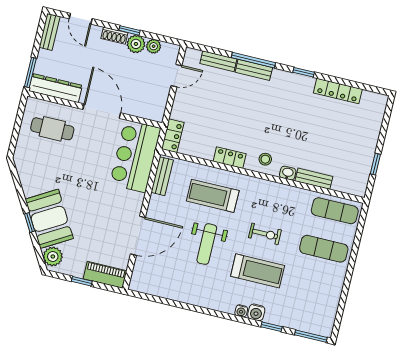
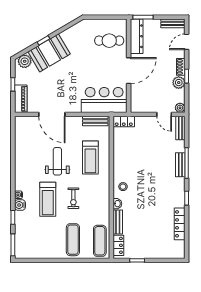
plant: (154, 46) -> (180, 108), moved
bench: (218, 61) -> (180, 128), moved
cafe table: (52, 129) -> (109, 41), turned 90
locker: (230, 158) -> (118, 245), moved
treadmill: (213, 196) -> (90, 158), turned 180
weight bench: (207, 244) -> (57, 161), turned 90

